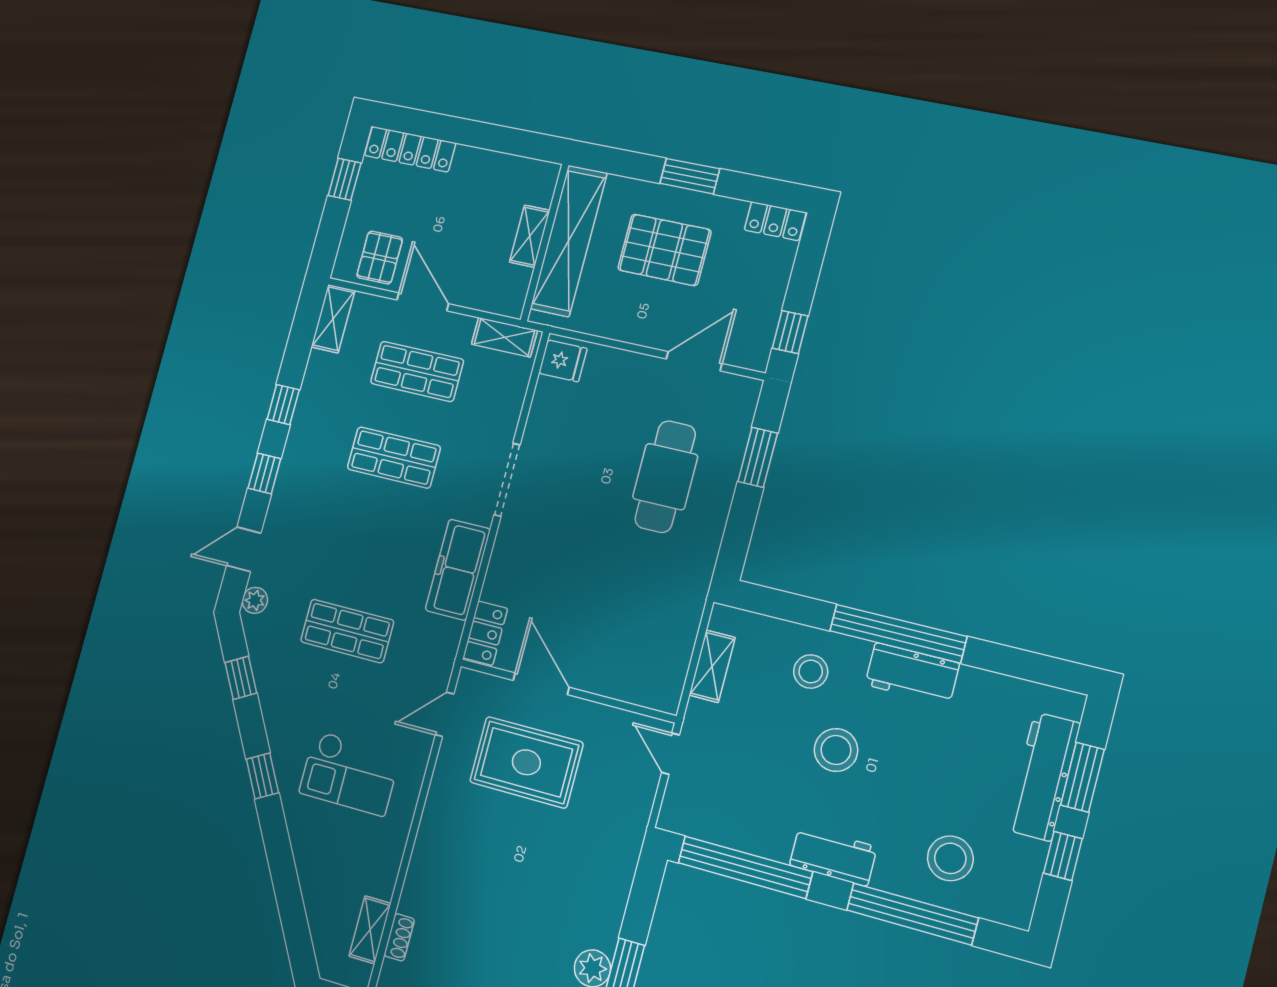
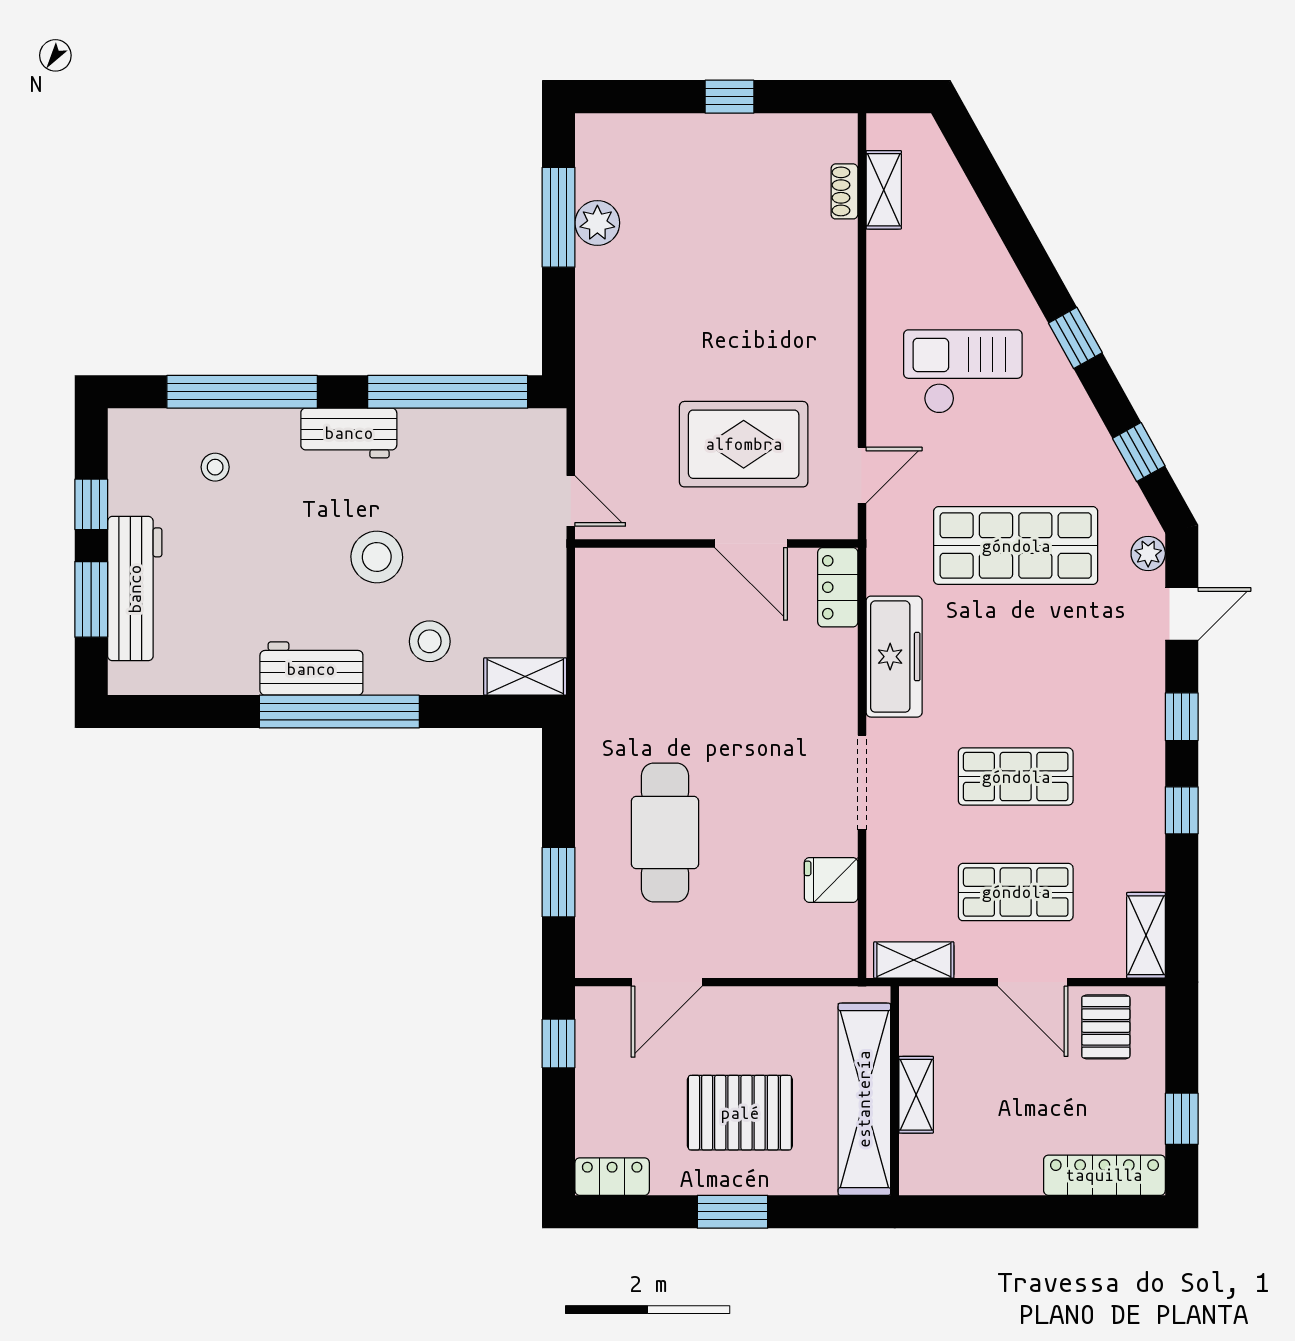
fridge: (563, 361) -> (831, 880), moved
shop shelf: (347, 631) -> (1016, 546), width x1.43, depth x1.36
shelving: (712, 666) -> (525, 676), moved, turned 90
stool: (950, 858) -> (215, 467), width x0.53, depth x0.53

